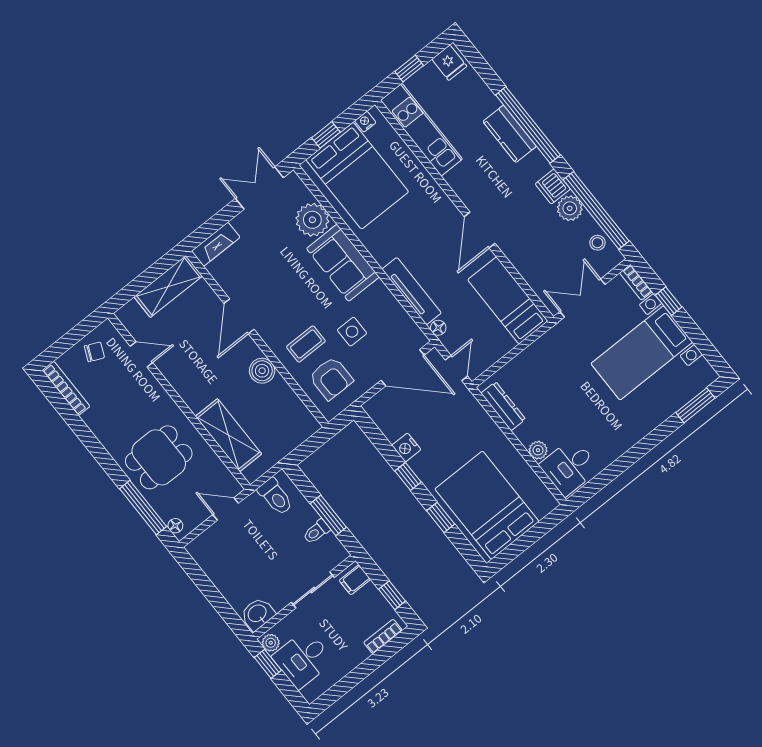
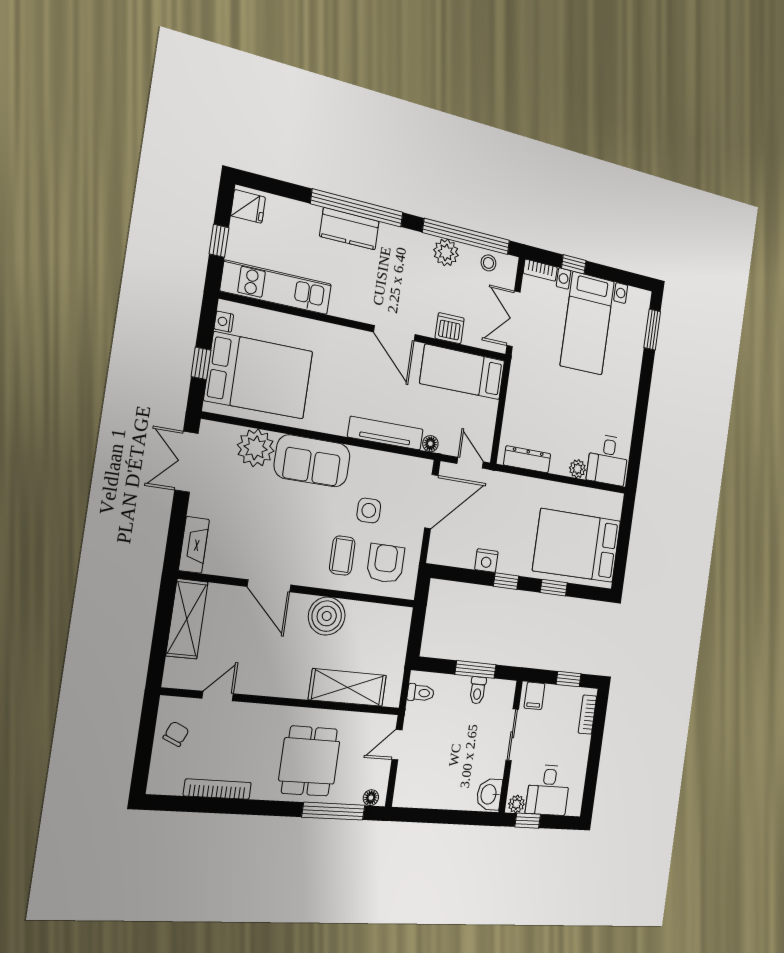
dishwasher: (553, 186) -> (450, 328), moved, turned 180
boiler: (262, 371) -> (327, 616), width x1.37, depth x1.37
armchair: (331, 378) -> (386, 563), turned -90
bookcase: (66, 388) -> (217, 789), moved
toilet: (275, 497) -> (421, 693), width x0.73, depth x0.72

